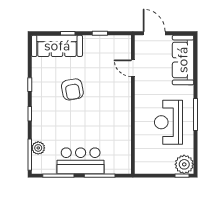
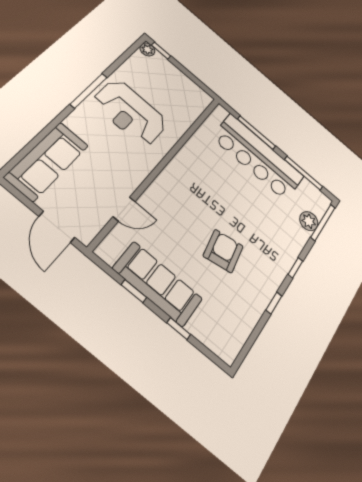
sofa: (57, 46) -> (158, 284), moved
door: (133, 68) -> (124, 209), hinge flipped
reception desk: (168, 122) -> (130, 112), turned 90
bar counter: (81, 161) -> (258, 157), width x1.36
plant: (184, 164) -> (147, 49), width x0.53, depth x0.53

